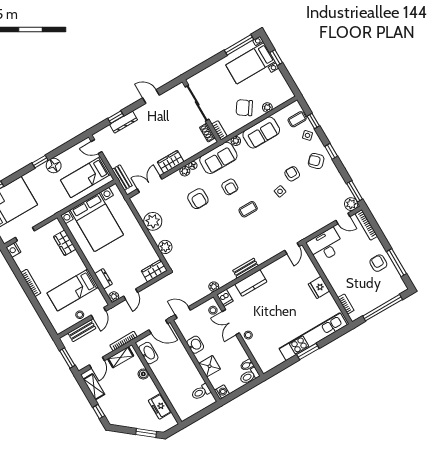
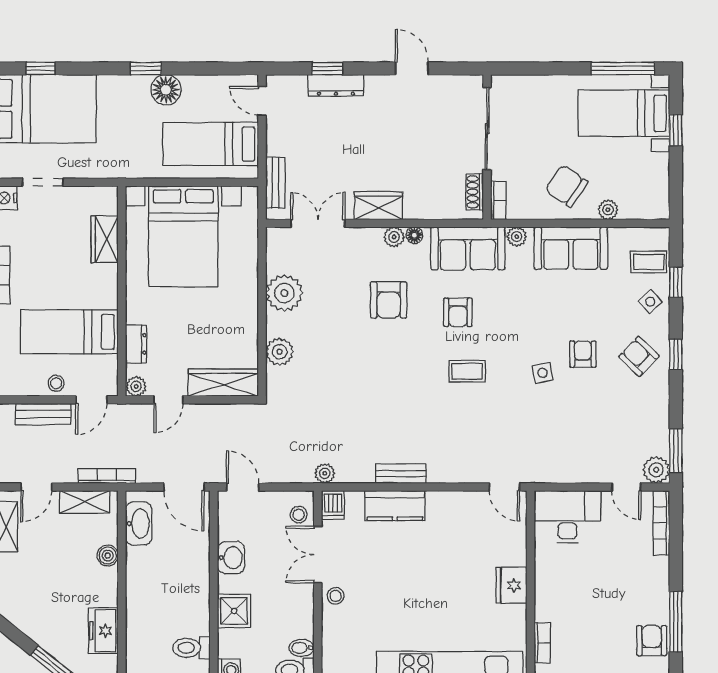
door: (292, 248) -> (504, 487), hinge flipped
armchair: (378, 263) -> (652, 641), moved
wardrobe: (154, 271) -> (223, 383), width x1.50

